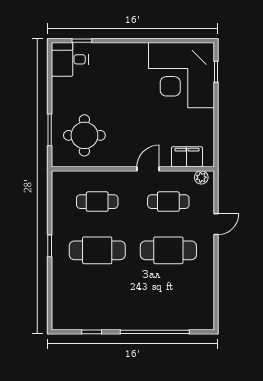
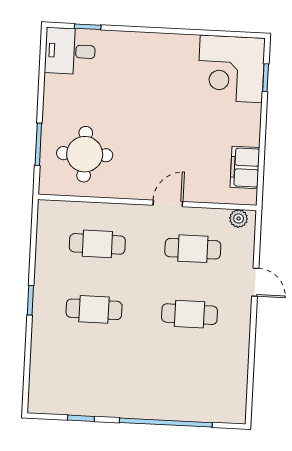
corner desk: (181, 75) -> (231, 69), width x0.74, depth x0.74
filing cabinet: (187, 157) -> (245, 167), moved, turned -90
door: (216, 224) -> (255, 282), hinge flipped
cafe table: (97, 250) -> (94, 309), width x0.73, depth x0.74
cafe table: (168, 250) -> (190, 314), width x0.73, depth x0.74

